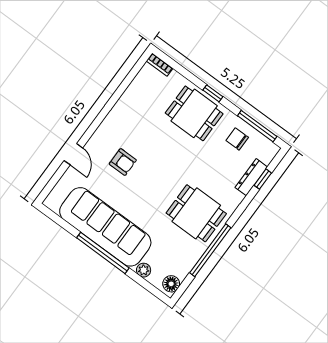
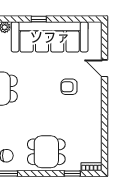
window: (213, 93) -> (72, 173), moved
window: (103, 253) -> (39, 19), width x0.32

